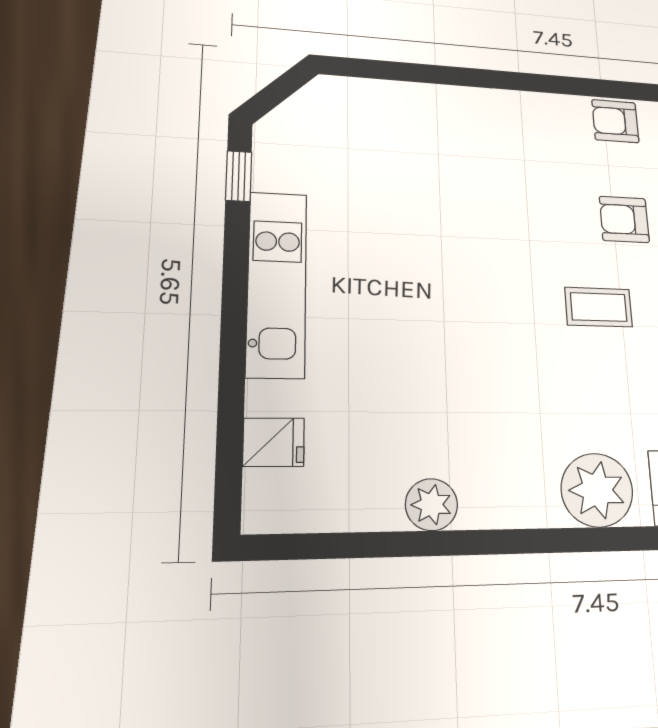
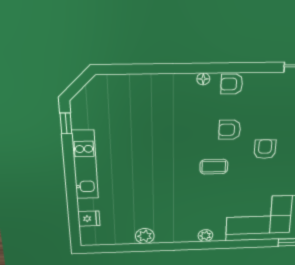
floor lamp: (555, 105) -> (203, 79), added
plant: (597, 490) -> (205, 236), width x0.53, depth x0.53

